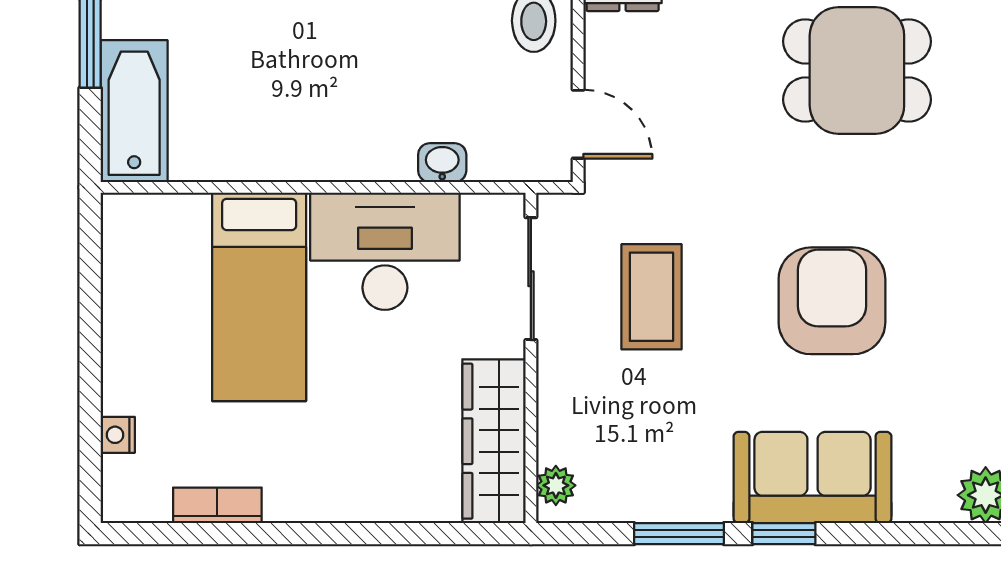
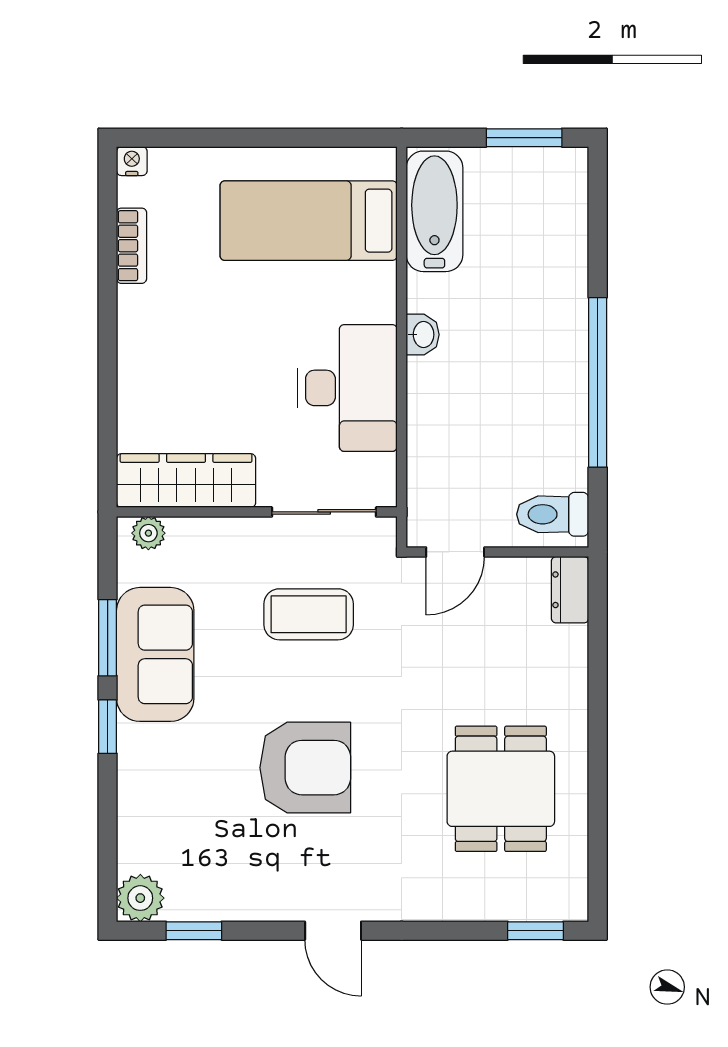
bathtub: (134, 111) -> (434, 211), moved, turned -90
washbasin: (442, 163) -> (423, 335), moved
bed: (259, 297) -> (309, 221), moved
nightstand: (118, 435) -> (132, 161), moved
sofa: (812, 477) -> (155, 654), moved

